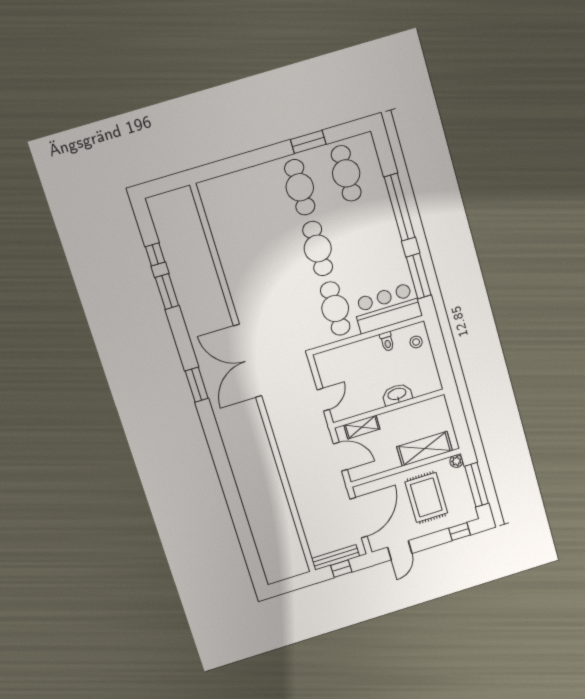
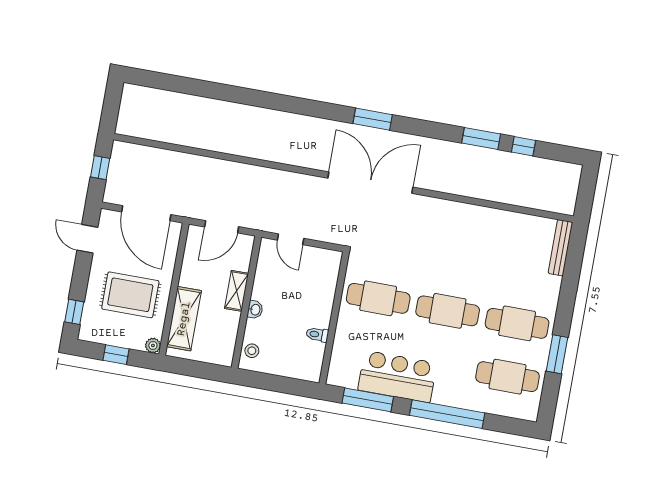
bar counter: (387, 308) -> (397, 377), moved, turned -90
stool: (416, 342) -> (252, 351), moved
washbasin: (397, 394) -> (255, 310), width x0.52, depth x0.69
shelving: (362, 427) -> (237, 291), moved
window: (477, 485) -> (116, 355), width x0.46
bench: (335, 557) -> (560, 248), moved

